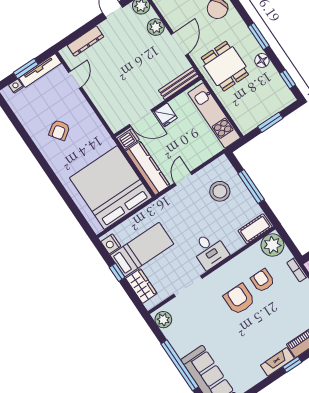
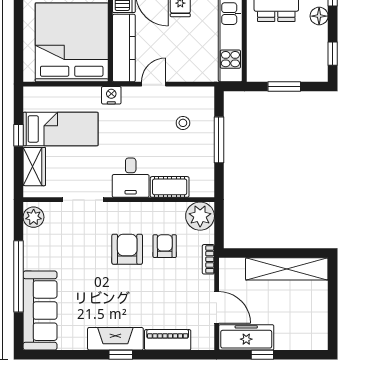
stool: (220, 191) -> (183, 123), width x0.53, depth x0.53
cot: (255, 229) -> (170, 187), moved
nightstand: (111, 244) -> (111, 95), moved, turned 90
fireplace: (277, 362) -> (115, 339), width x1.37, depth x1.32
window: (292, 364) -> (121, 355), moved

